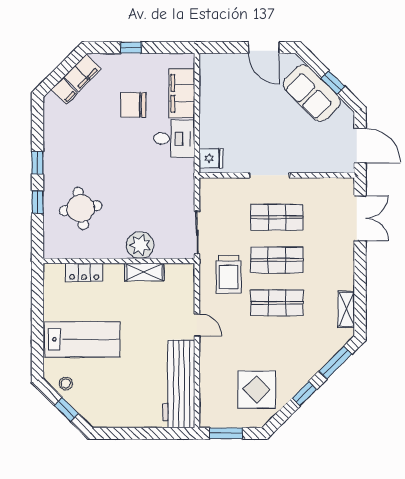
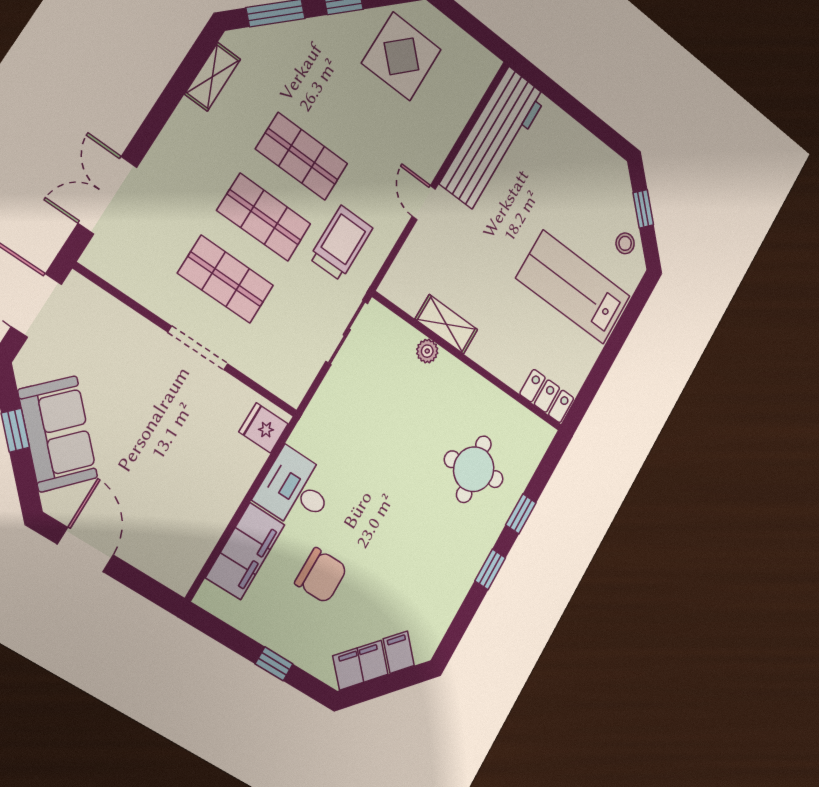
plant: (140, 245) -> (427, 351), width x0.53, depth x0.53
locker: (84, 272) -> (547, 396), moved
window: (226, 433) -> (475, 28), removed

